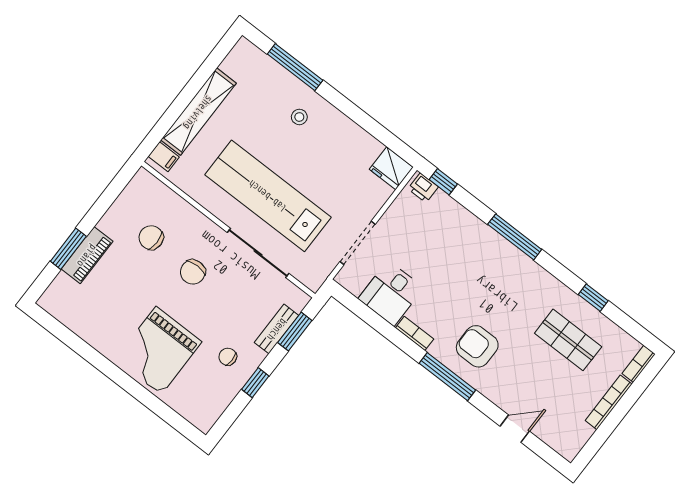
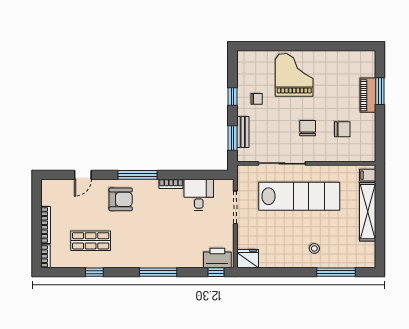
printer: (423, 188) -> (217, 258), width x1.87, depth x1.48
armchair: (477, 346) -> (121, 199), moved

